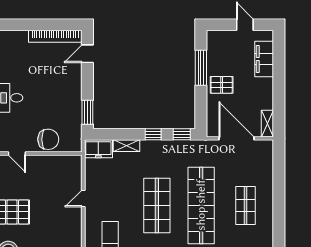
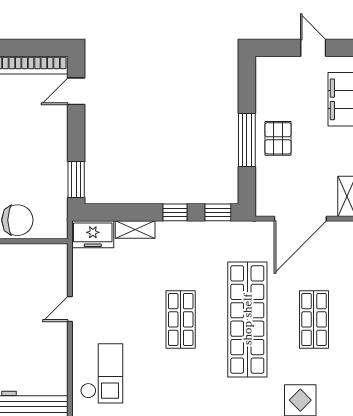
window: (201, 68) -> (247, 140), moved
pallet: (222, 85) -> (278, 138), turned 90
door: (237, 138) -> (300, 219), swing flipped
shop shelf: (157, 205) -> (181, 319), width x0.70, depth x0.74

